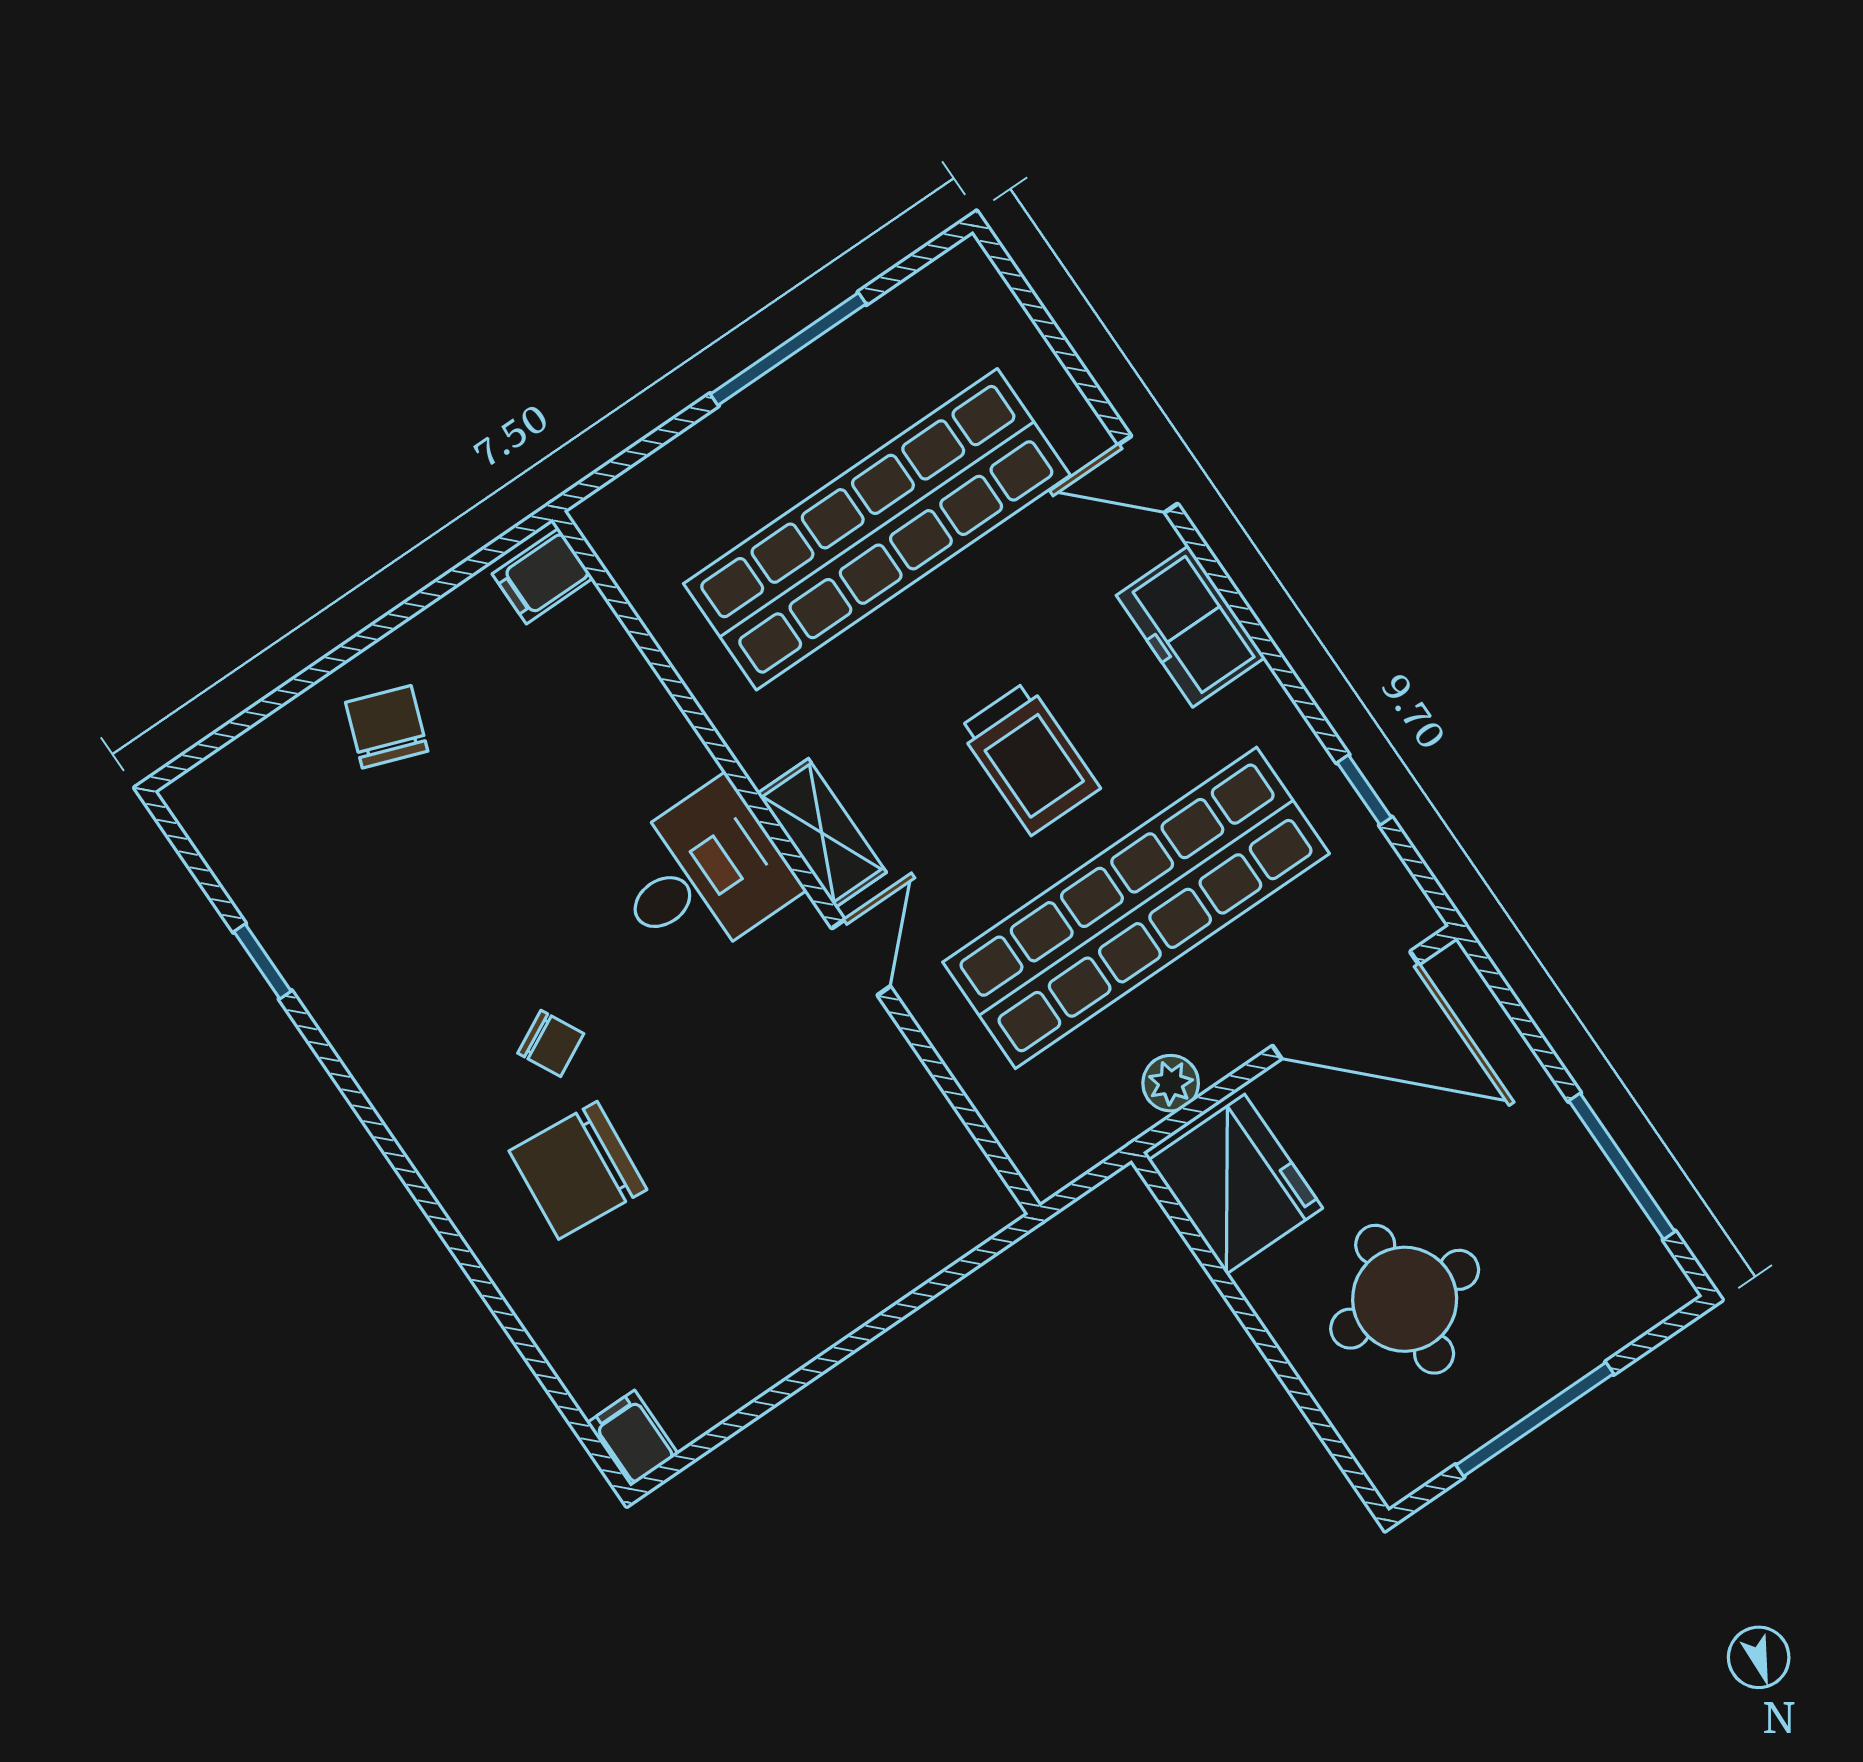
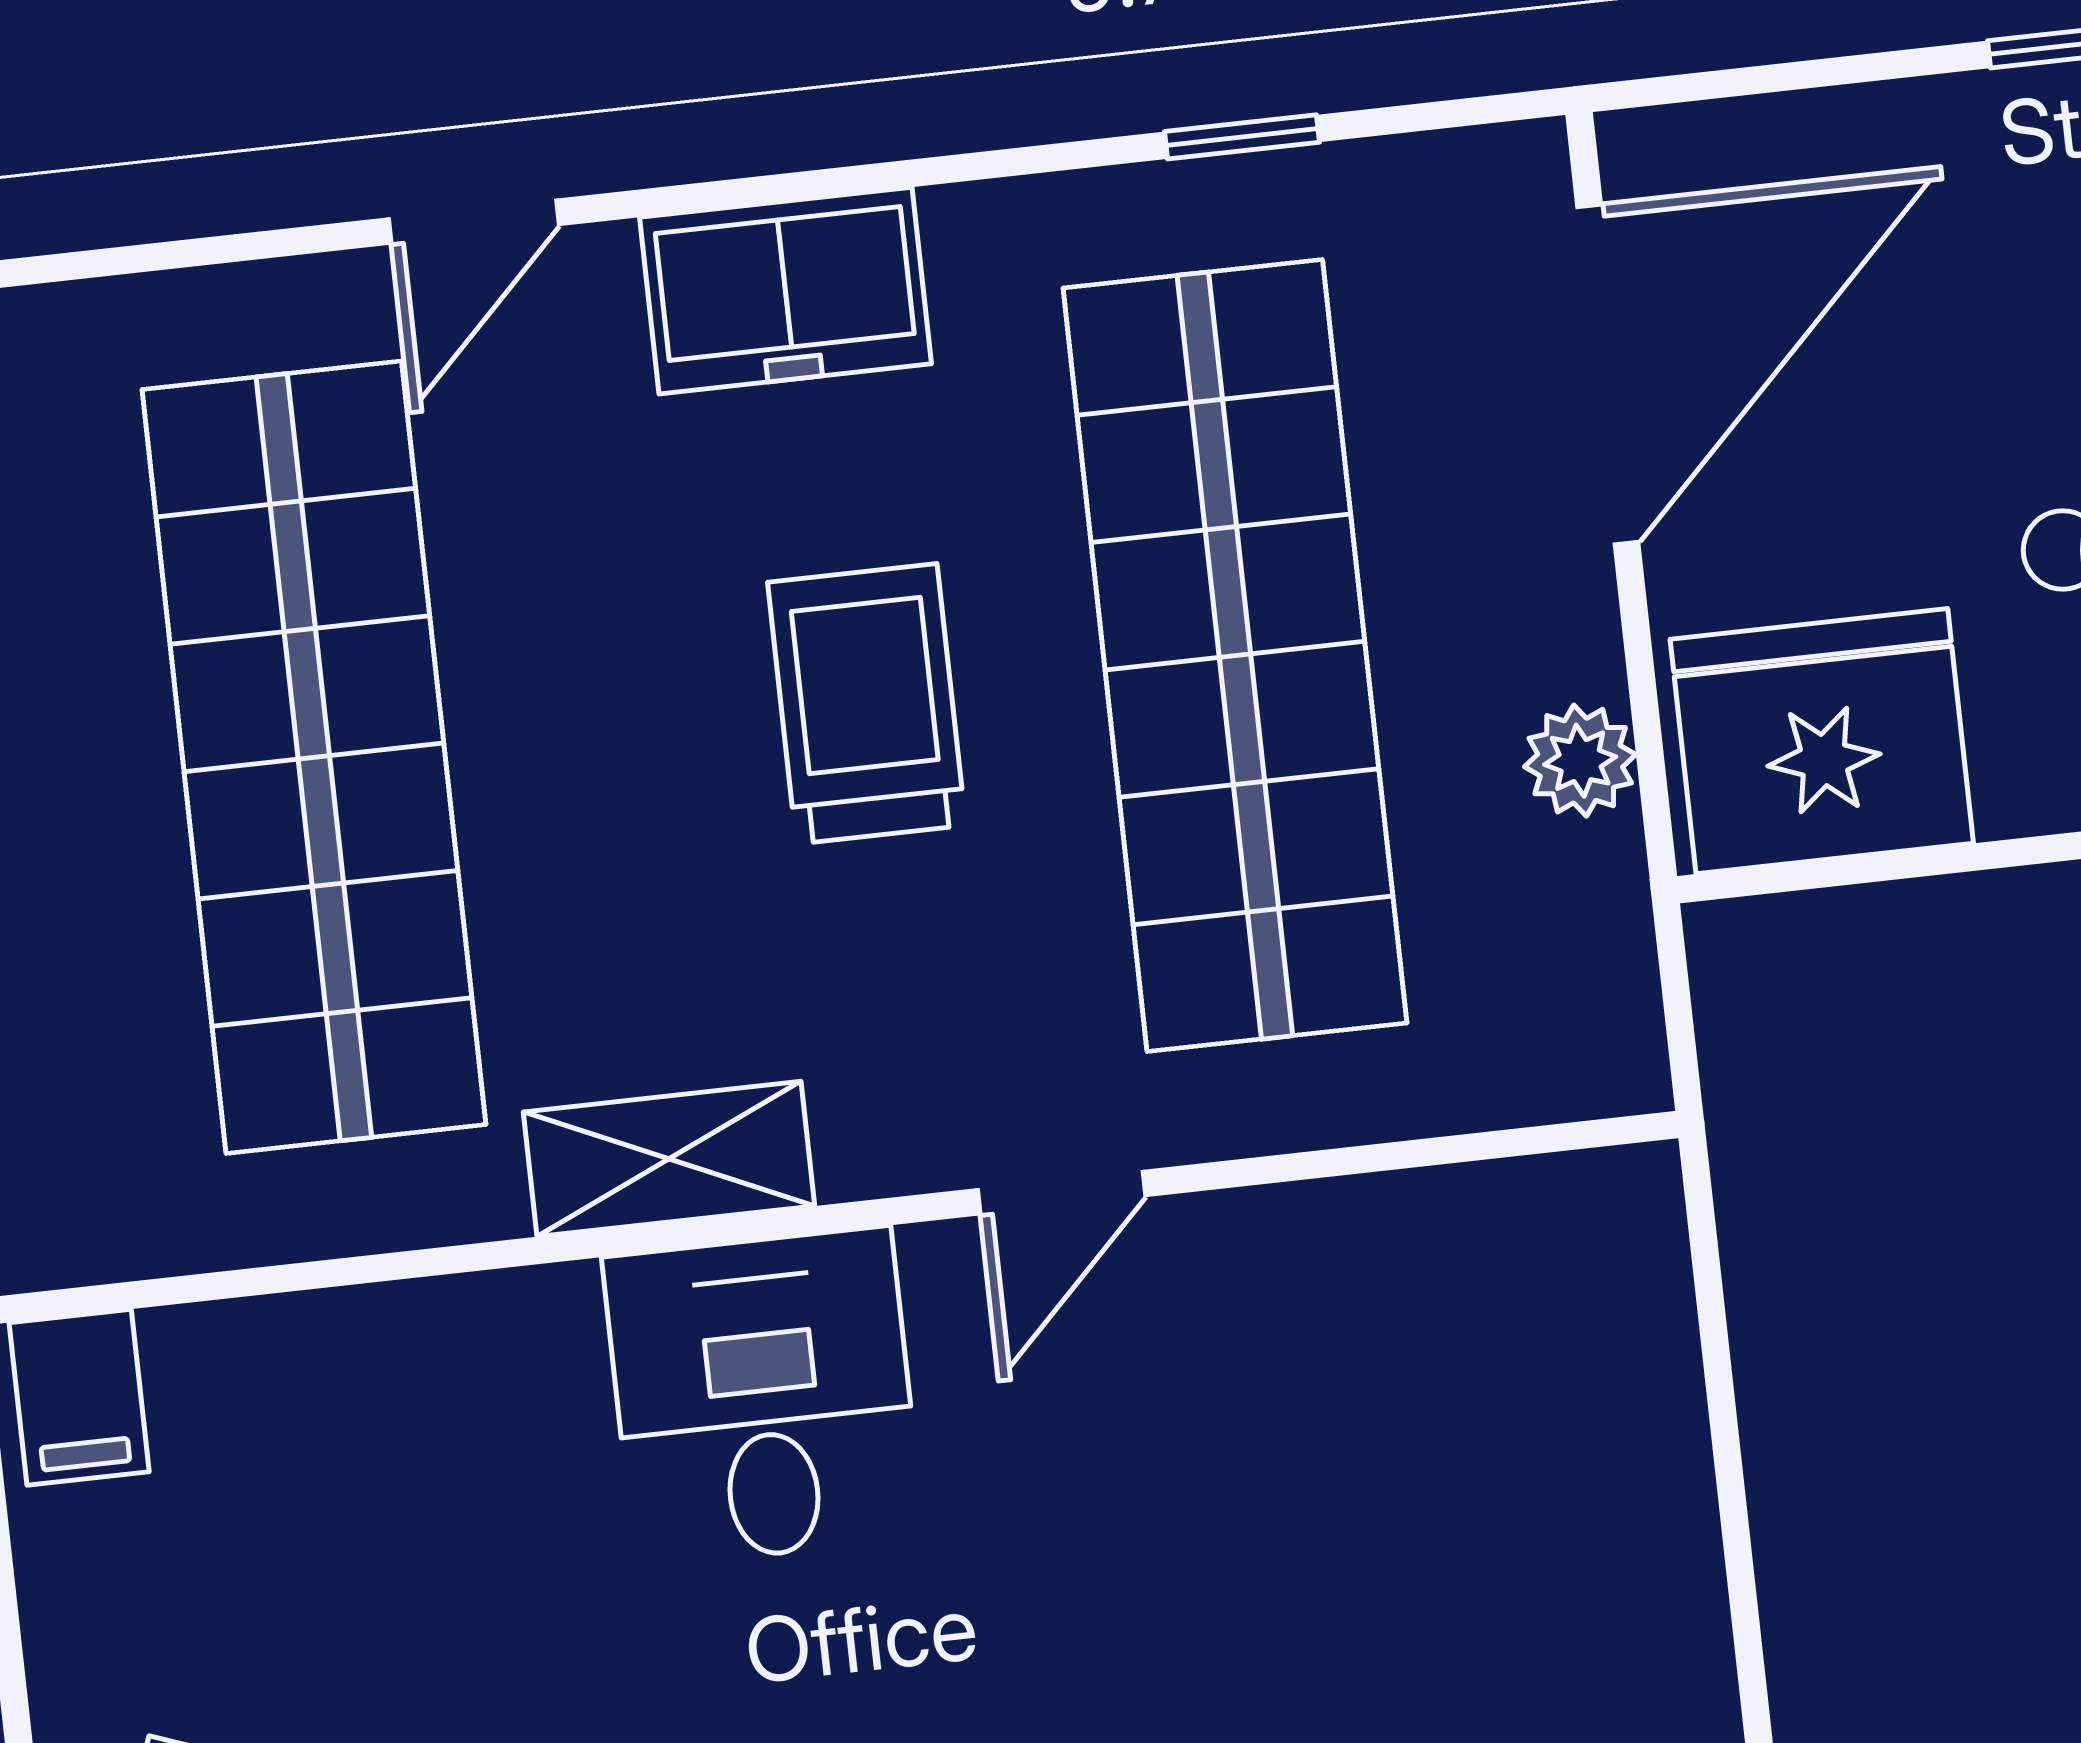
trolley: (1029, 758) -> (867, 704), turned -90
shelving: (822, 833) -> (669, 1159), moved
door: (861, 957) -> (1062, 1193), swing flipped

